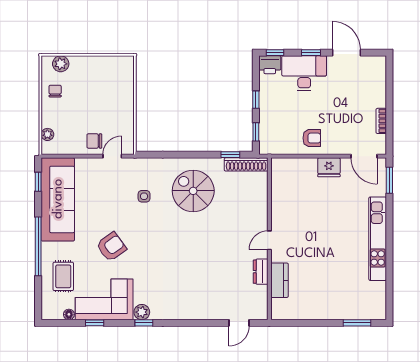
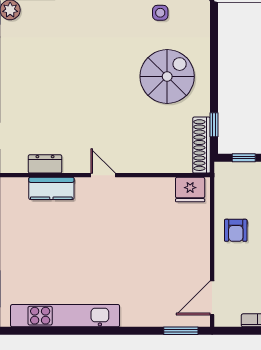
fridge: (329, 167) -> (190, 190), moved, turned -90
kitchen unit: (378, 239) -> (65, 316), moved
dresser: (261, 272) -> (45, 164), moved

